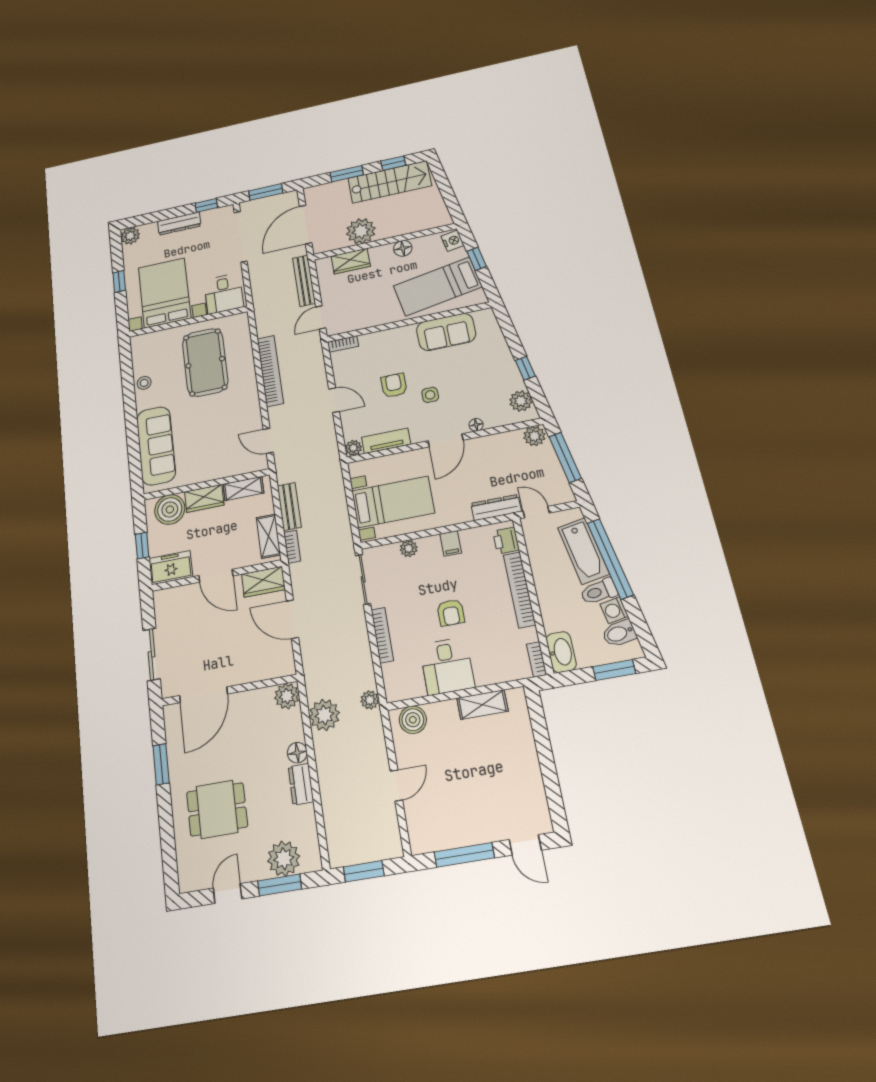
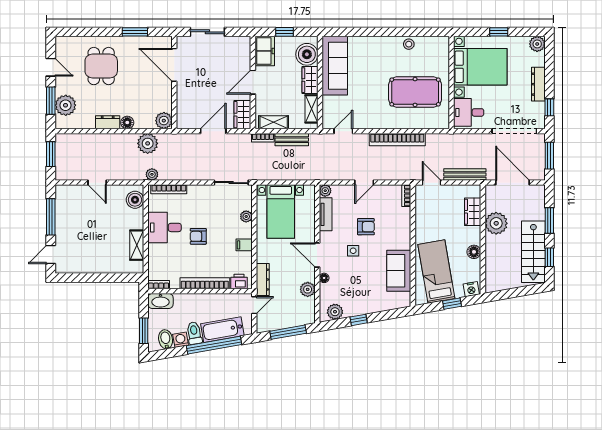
plant: (534, 436) -> (308, 289), moved
sofa: (156, 446) -> (335, 66), moved, turned -90
bookcase: (382, 635) -> (169, 189), moved

